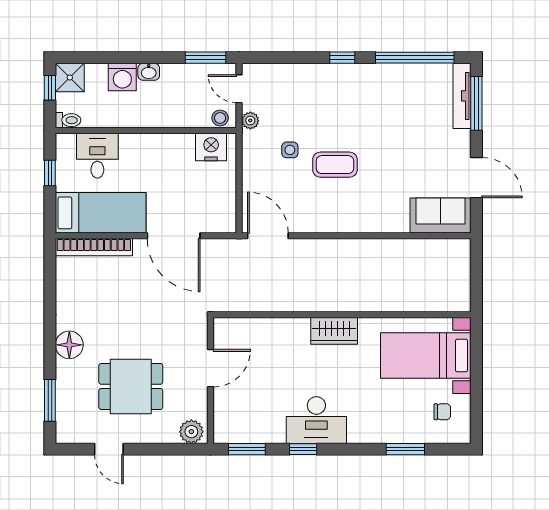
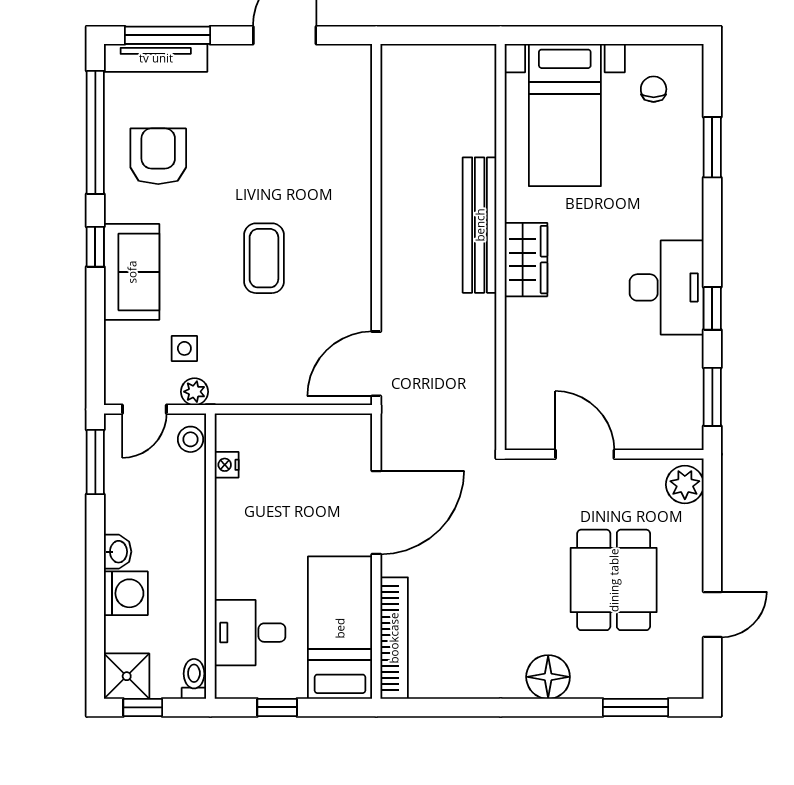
armchair: (400, 97) -> (158, 156), added
nightstand: (211, 147) -> (227, 465), width x0.53, depth x0.56
side table: (290, 150) -> (184, 348), moved
sofa: (441, 216) -> (132, 272), moved, turned 180
bench: (356, 301) -> (480, 225), added

